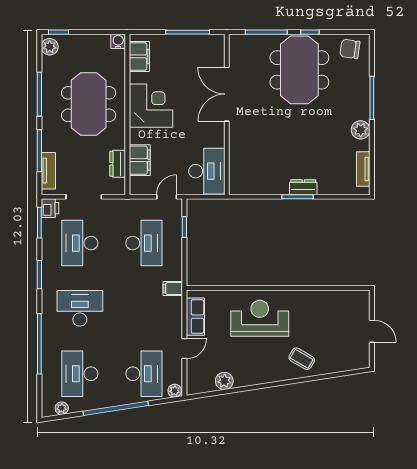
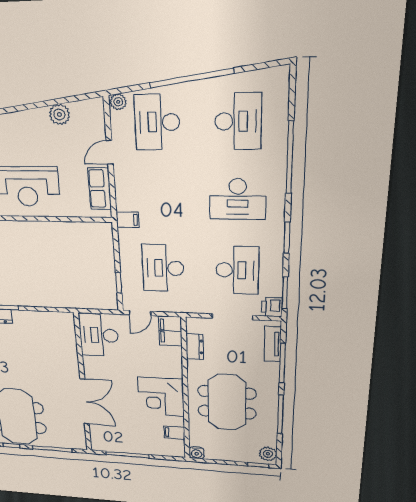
filing cabinet: (139, 56) -> (174, 433), width x0.50
filing cabinet: (140, 160) -> (170, 331), moved
plant: (62, 408) -> (263, 77), removed

